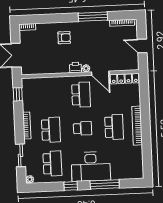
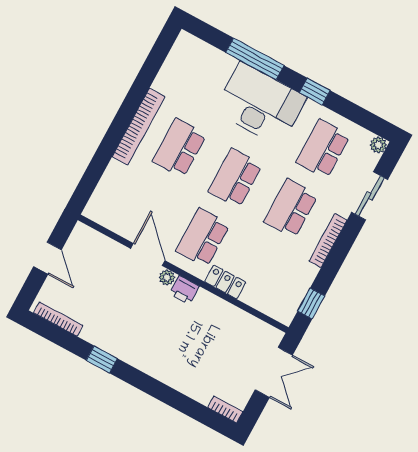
window: (93, 17) -> (102, 359), width x0.46
armchair: (64, 38) -> (173, 353), removed
locker: (125, 79) -> (225, 282), moved, width x0.66
school desk: (83, 128) -> (235, 178), width x1.85

